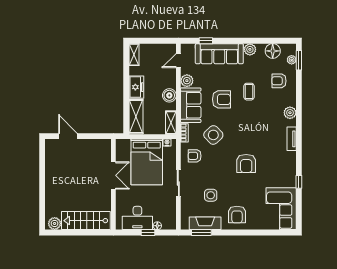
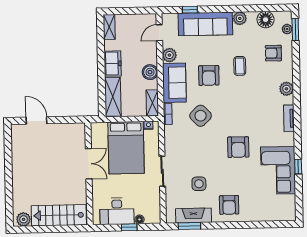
armchair: (221, 99) -> (209, 75), turned 90
armchair: (195, 156) -> (180, 140), removed
corner sofa: (281, 209) -> (278, 170), moved

